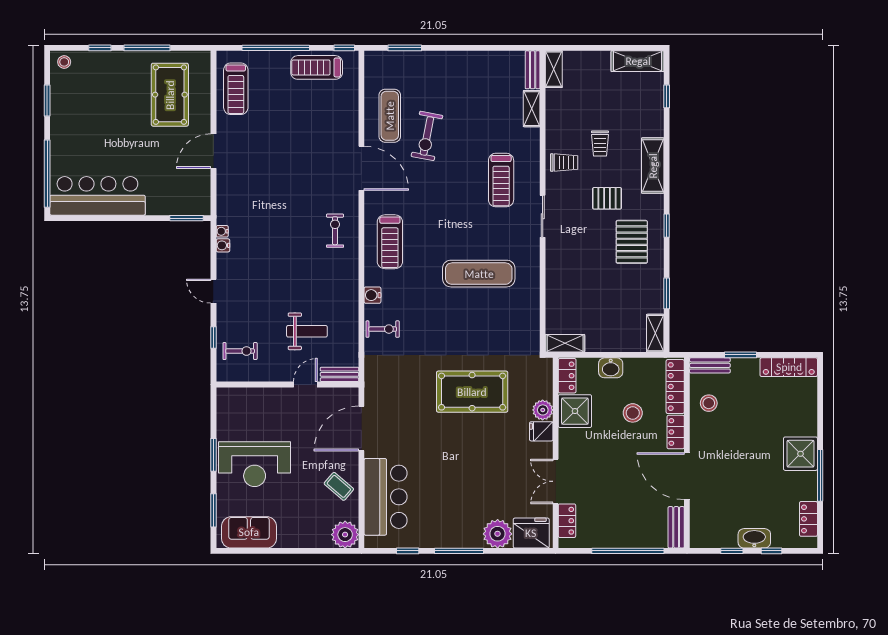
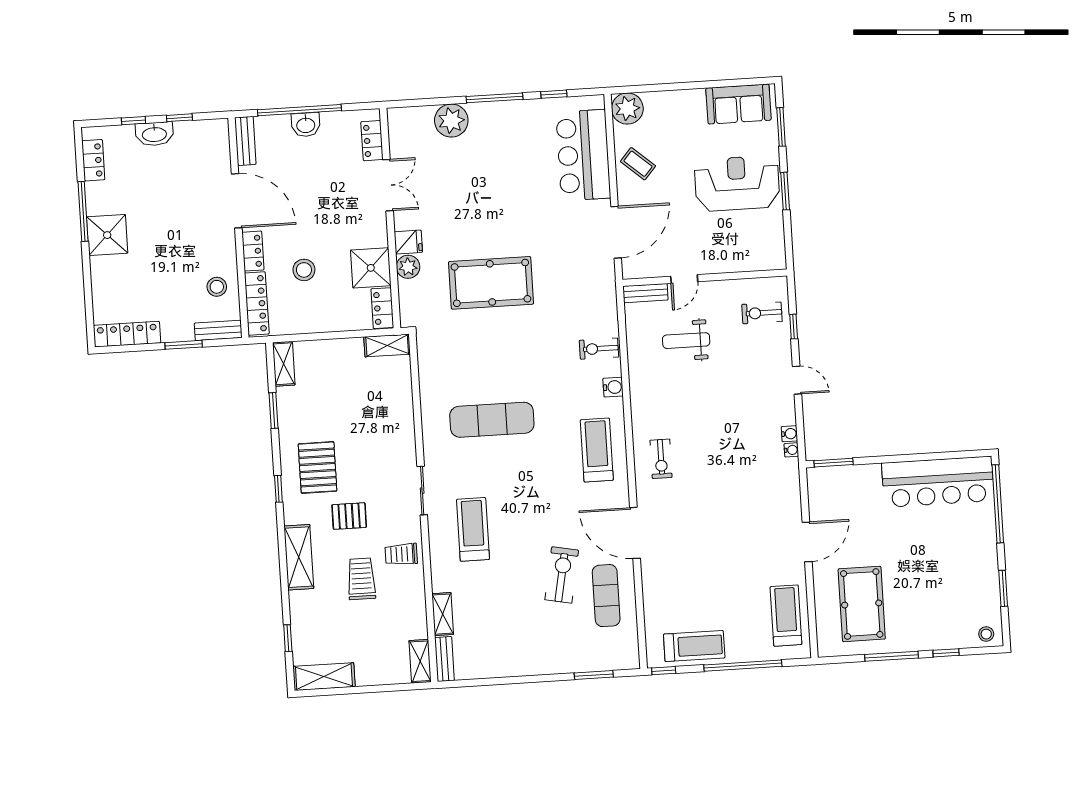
trolley: (600, 143) -> (361, 579), width x1.36, depth x1.39
washbasin: (611, 368) -> (306, 125), moved, turned 180
fridge: (531, 533) -> (412, 124), removed

